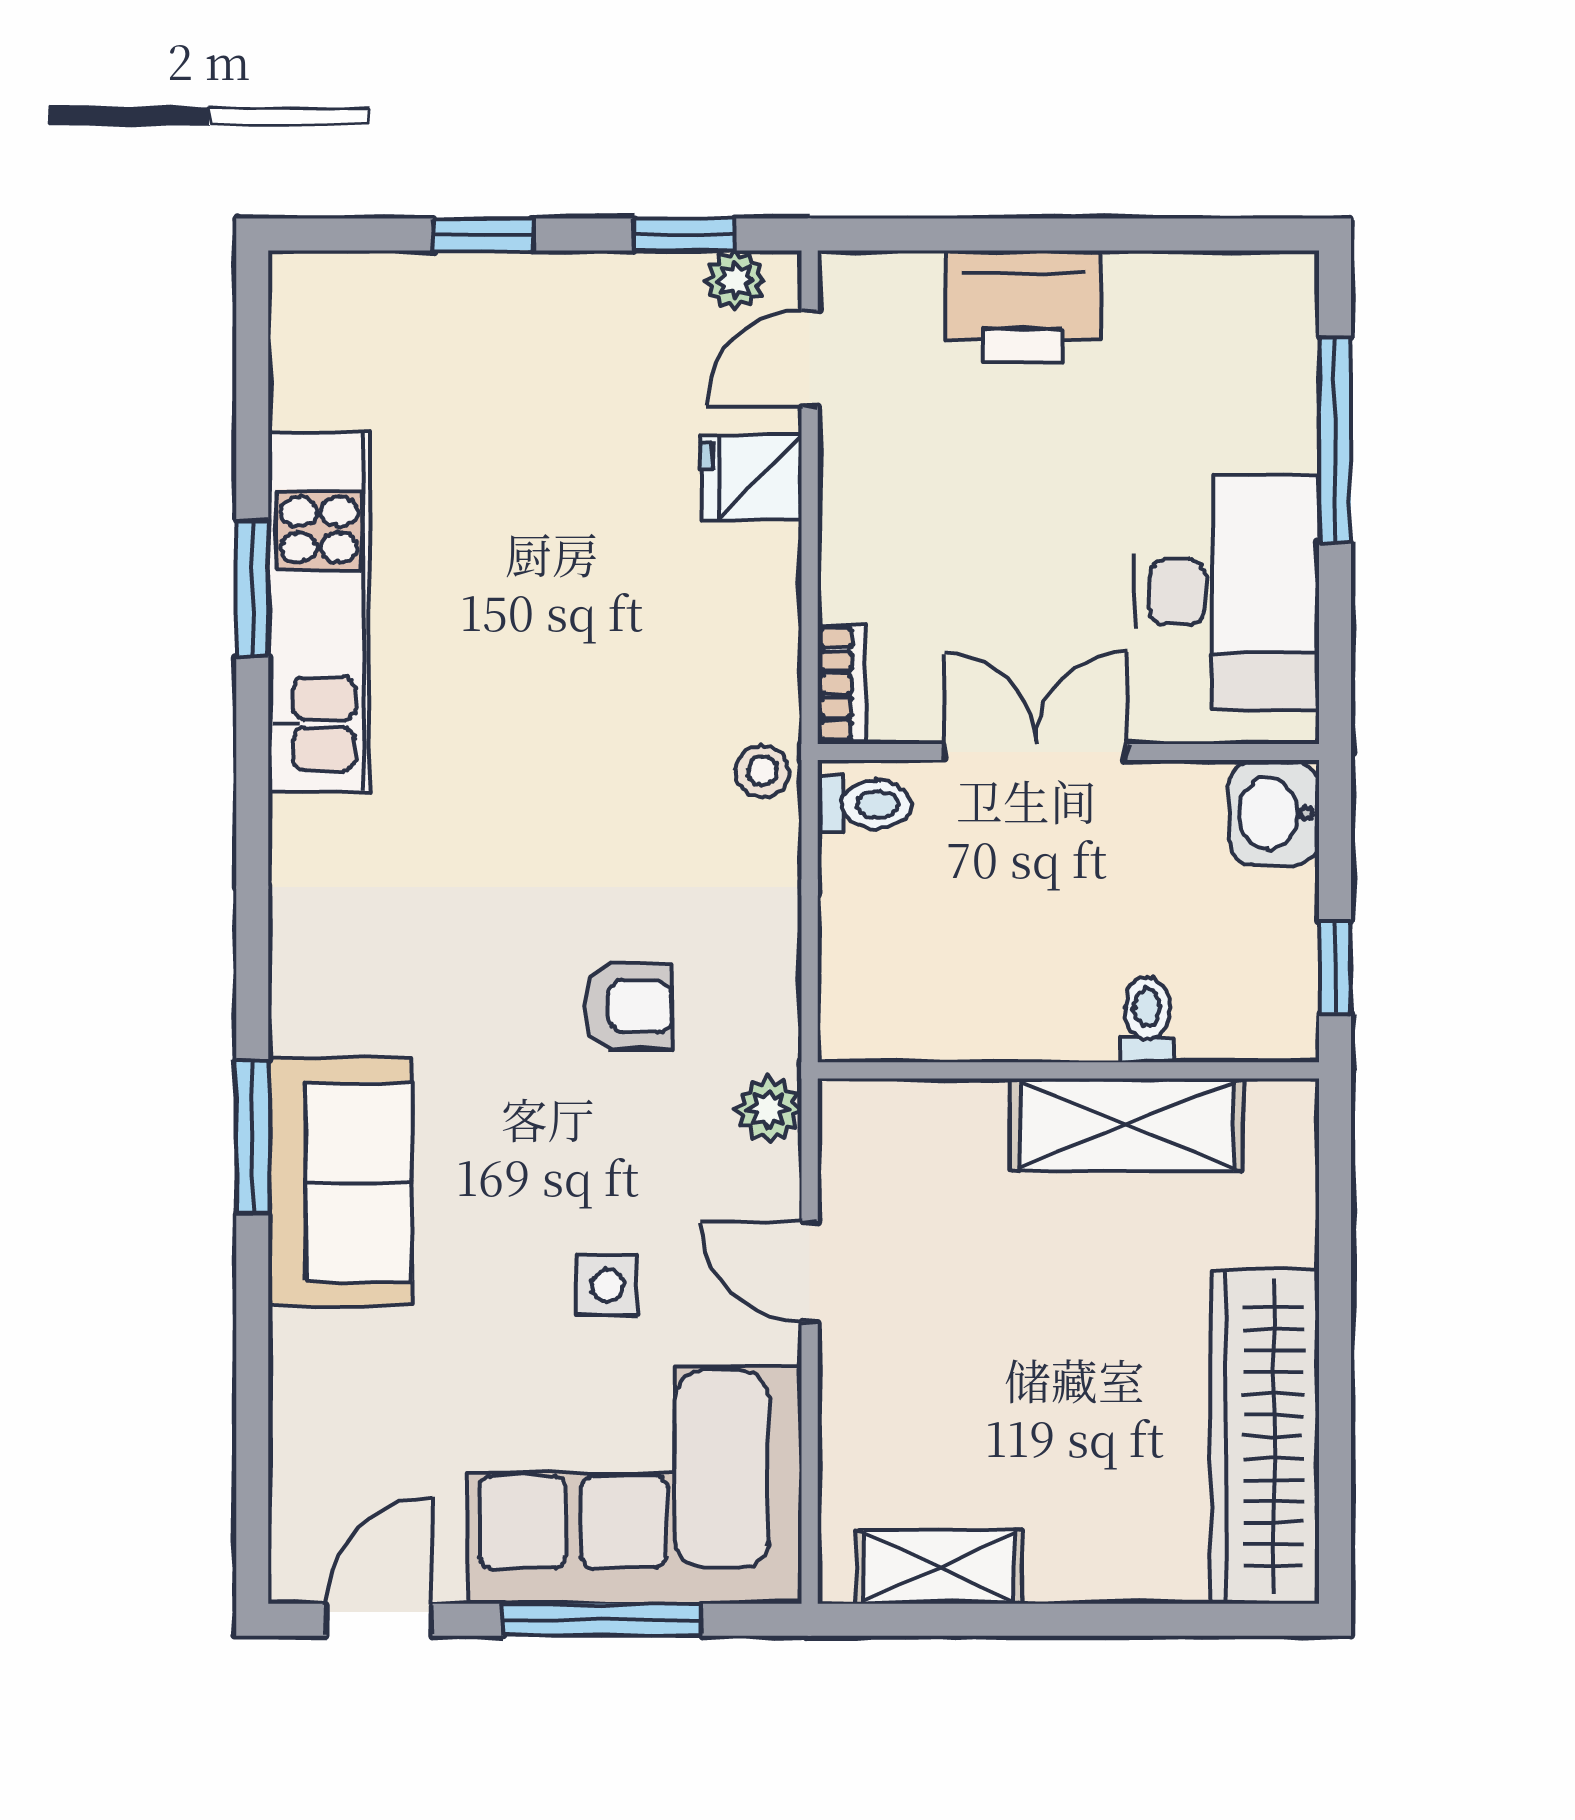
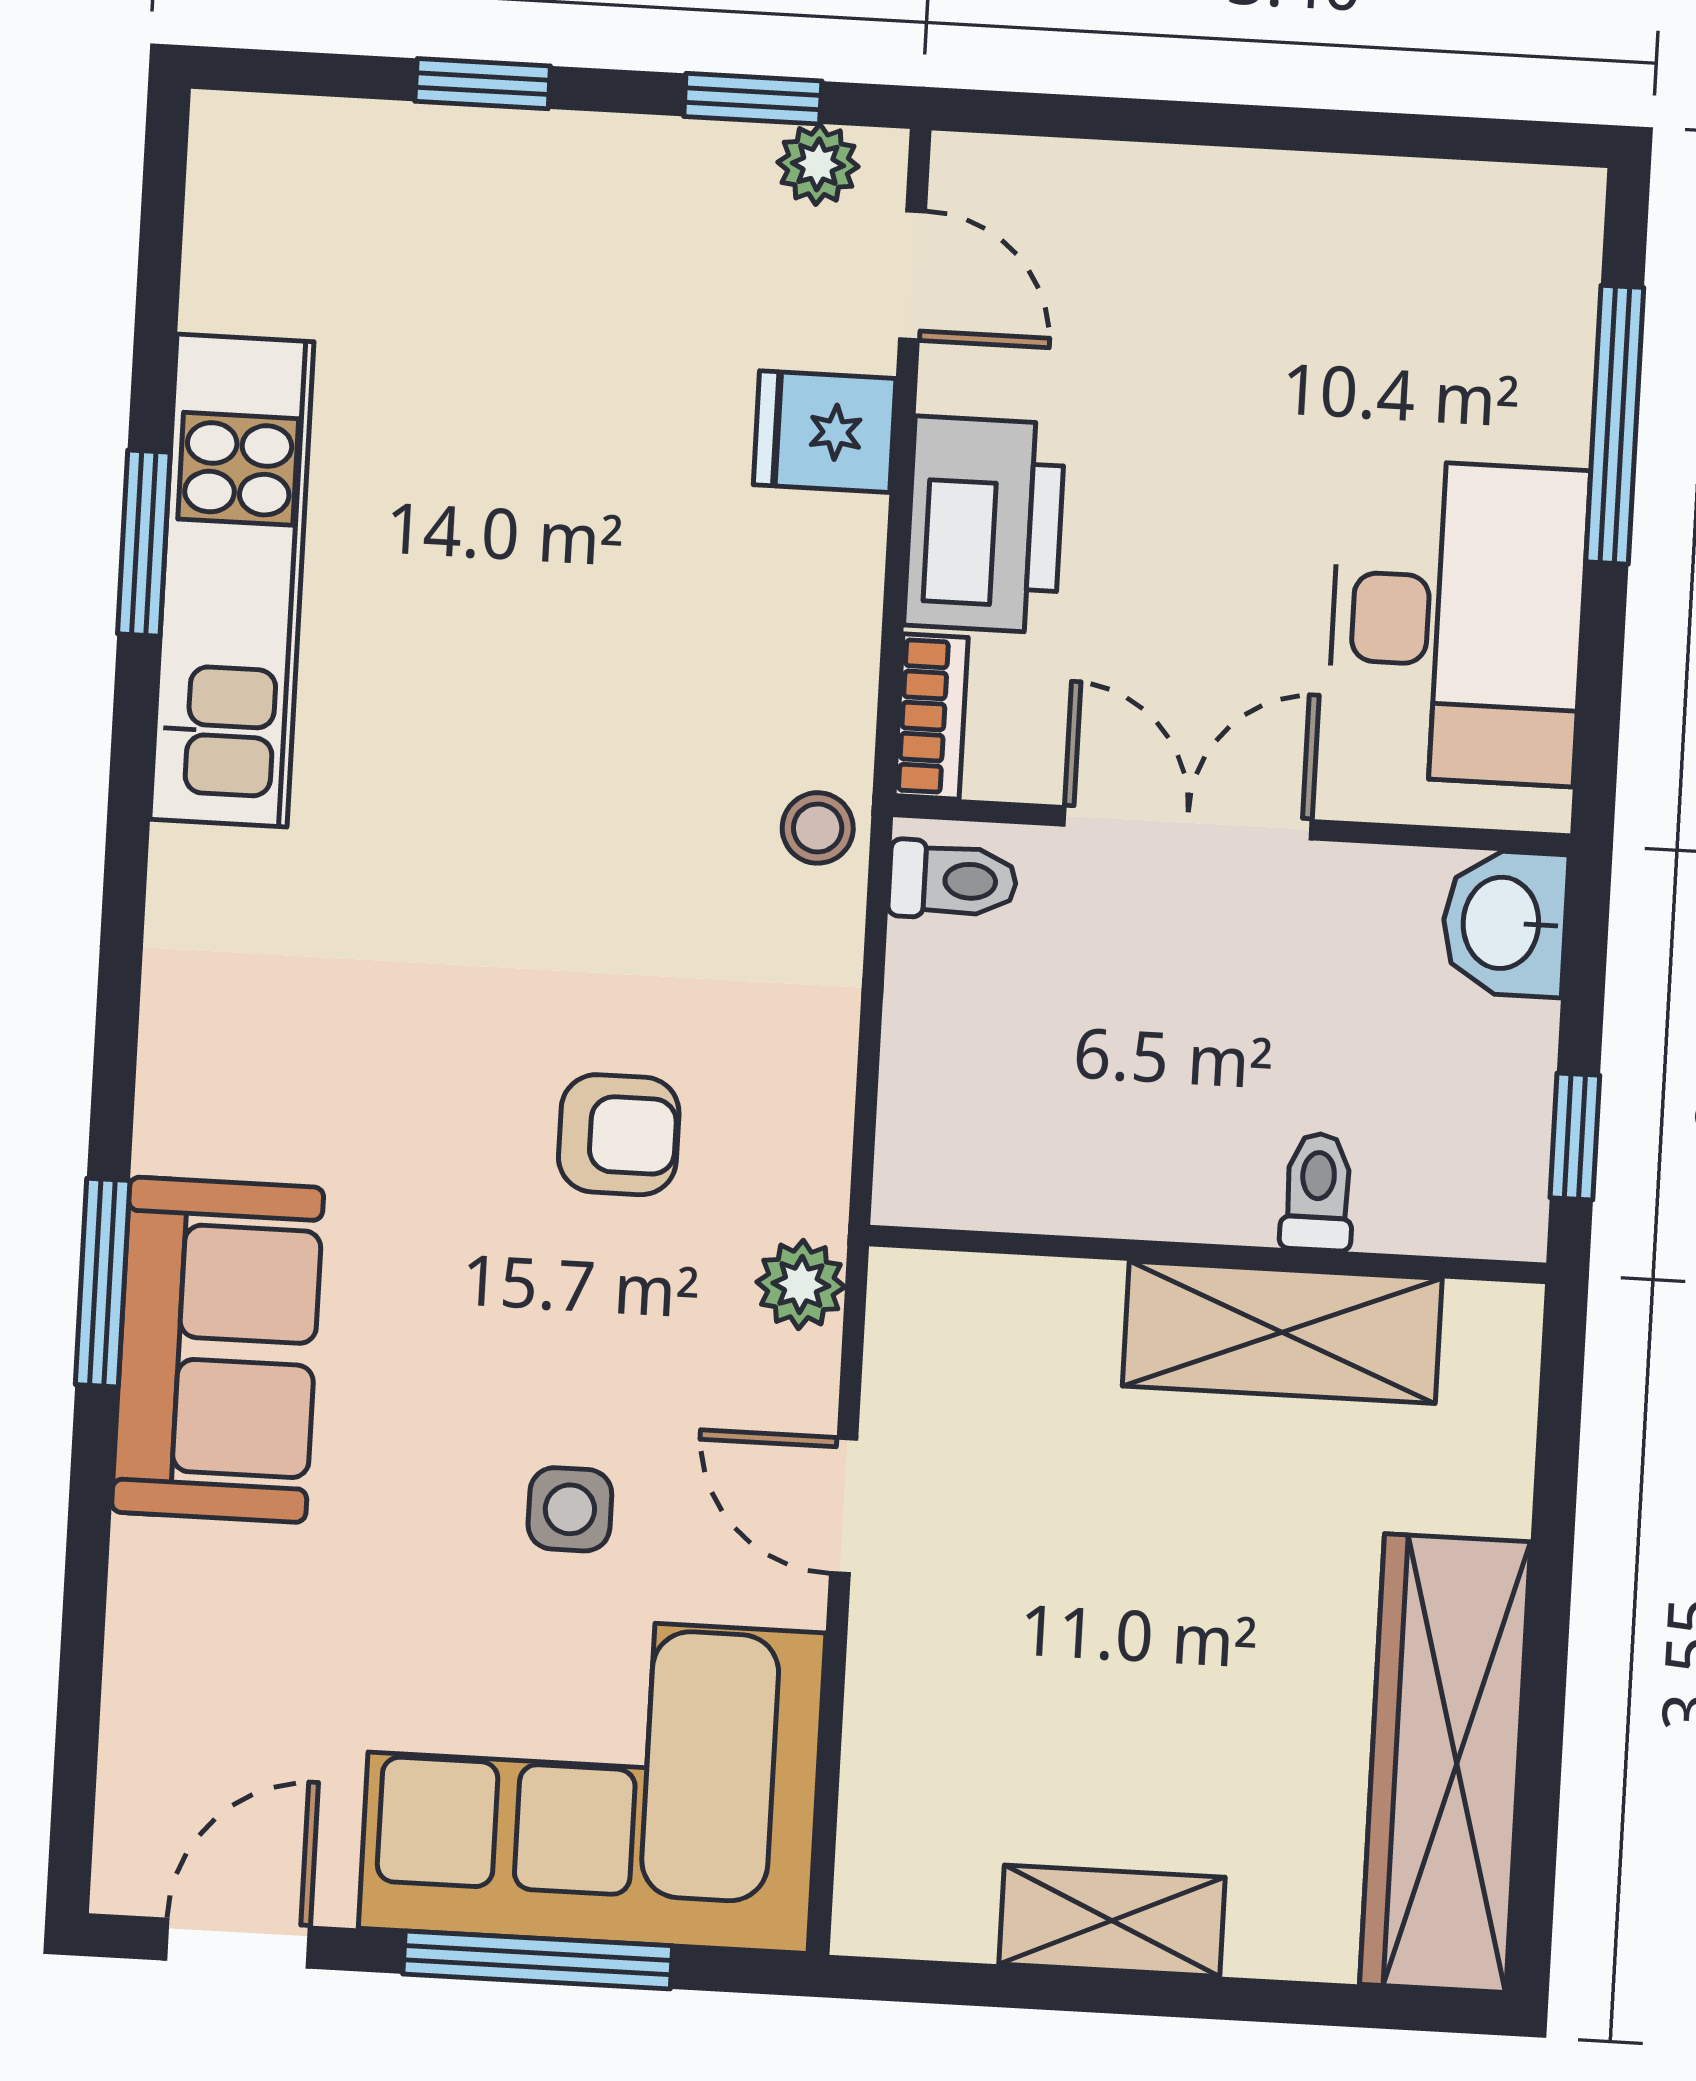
printer: (1023, 306) -> (985, 525), moved, turned -90
door: (810, 358) -> (912, 275), swing flipped
shelving: (939, 1567) -> (1112, 1921), moved

